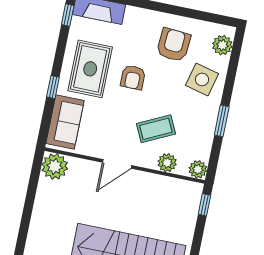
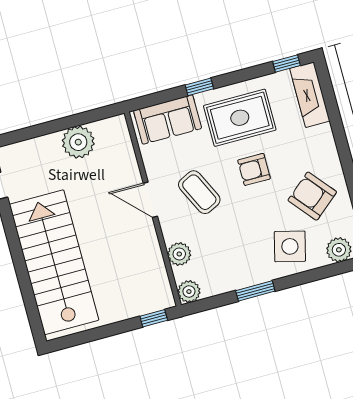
armchair: (174, 45) -> (312, 196), turned -134
coffee table: (156, 129) -> (199, 192), moved
plant: (55, 166) -> (78, 142), moved

